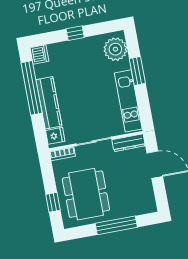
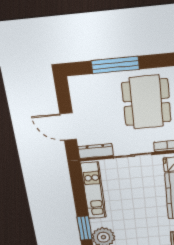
window: (137, 71) -> (85, 228), moved

